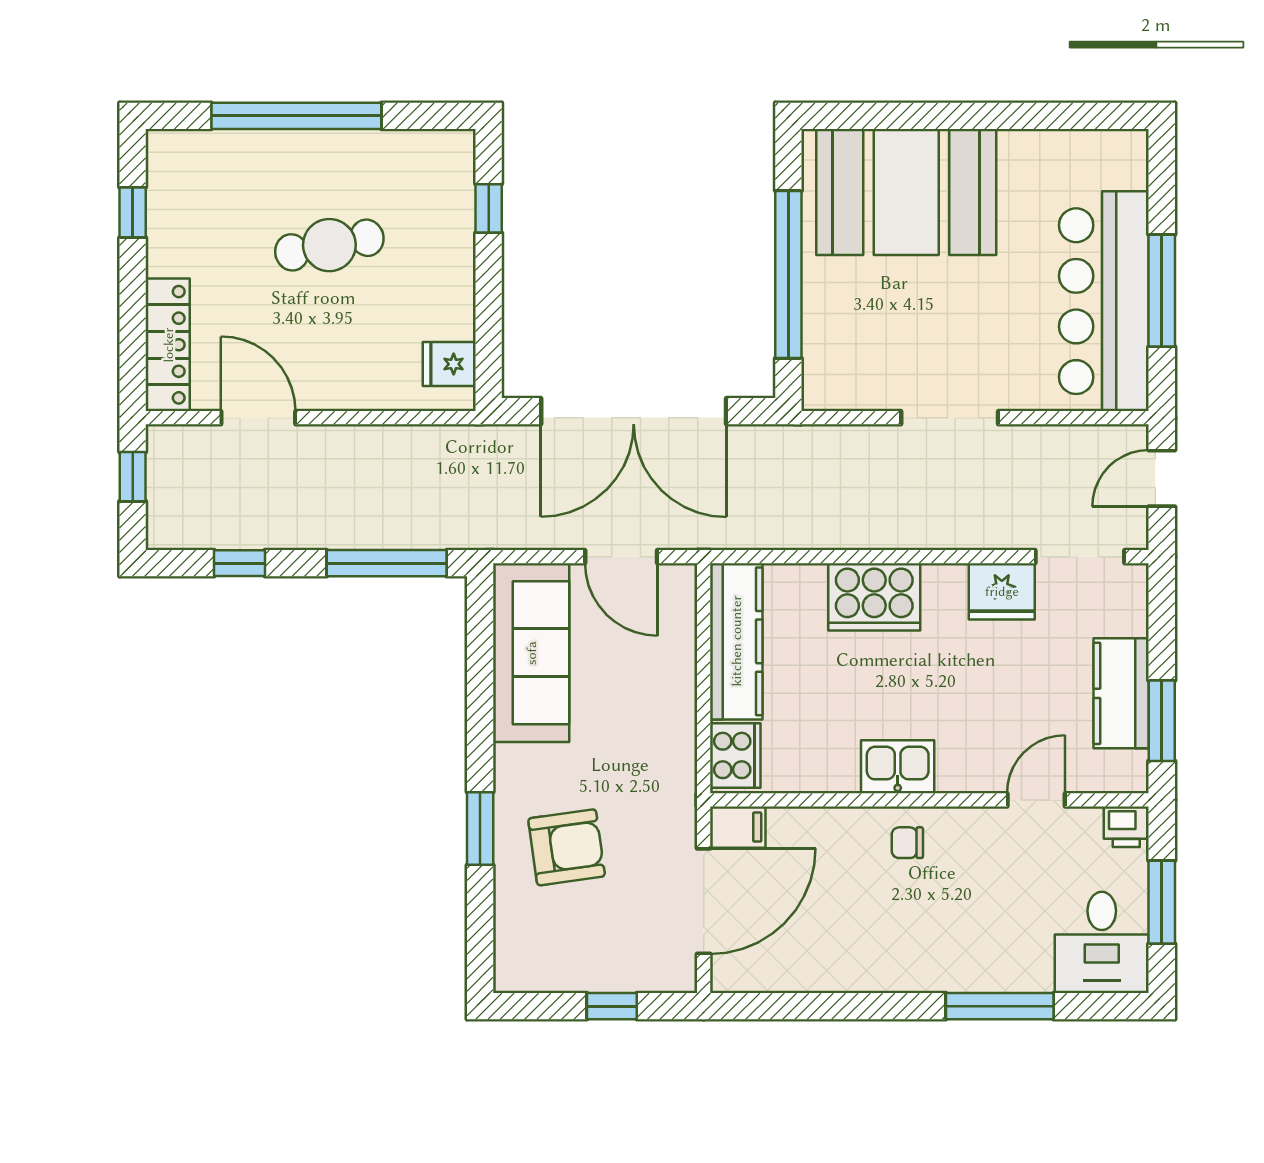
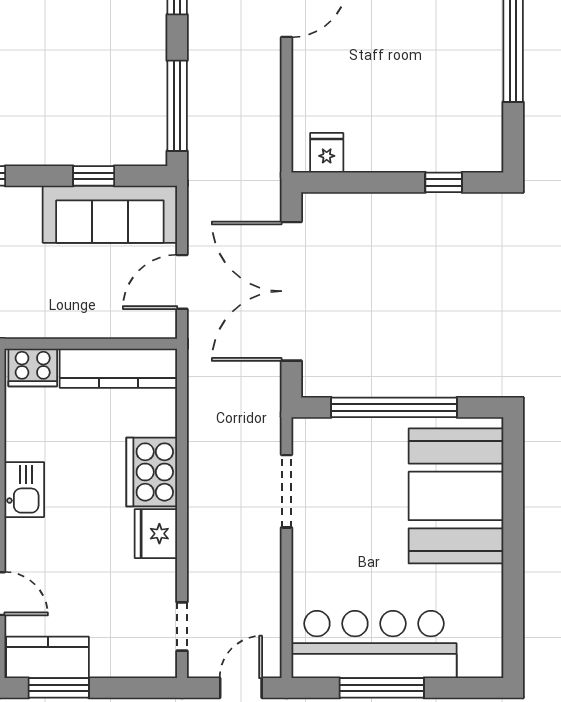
cafe table: (329, 245) -> (416, 63), removed
doorway: (950, 418) -> (286, 491), moved
door: (1162, 478) -> (241, 688), hinge flipped
doorway: (1080, 557) -> (182, 626), width x0.73
fridge: (1002, 591) -> (156, 534), moved
window: (480, 674) -> (94, 176), added
kitchen counter: (1121, 693) -> (48, 657), moved

